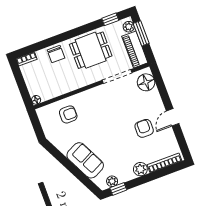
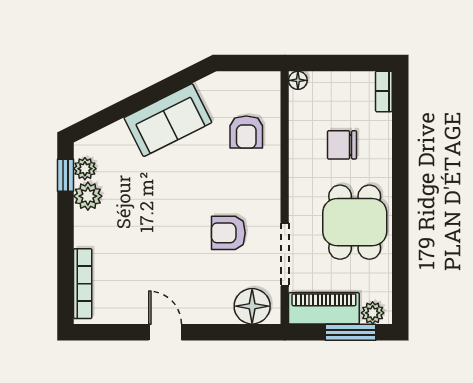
window: (110, 19) -> (400, 282), removed
chair: (56, 54) -> (342, 145), moved
armchair: (144, 128) -> (228, 233), moved, turned 180
sofa: (85, 160) -> (168, 120), moved
plant: (140, 169) -> (88, 196), moved

